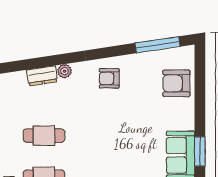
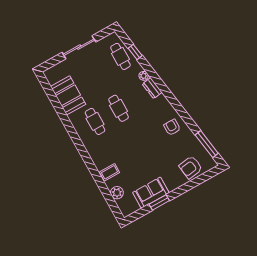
plant: (64, 71) -> (144, 76), moved
armchair: (176, 83) -> (191, 167), turned -98

